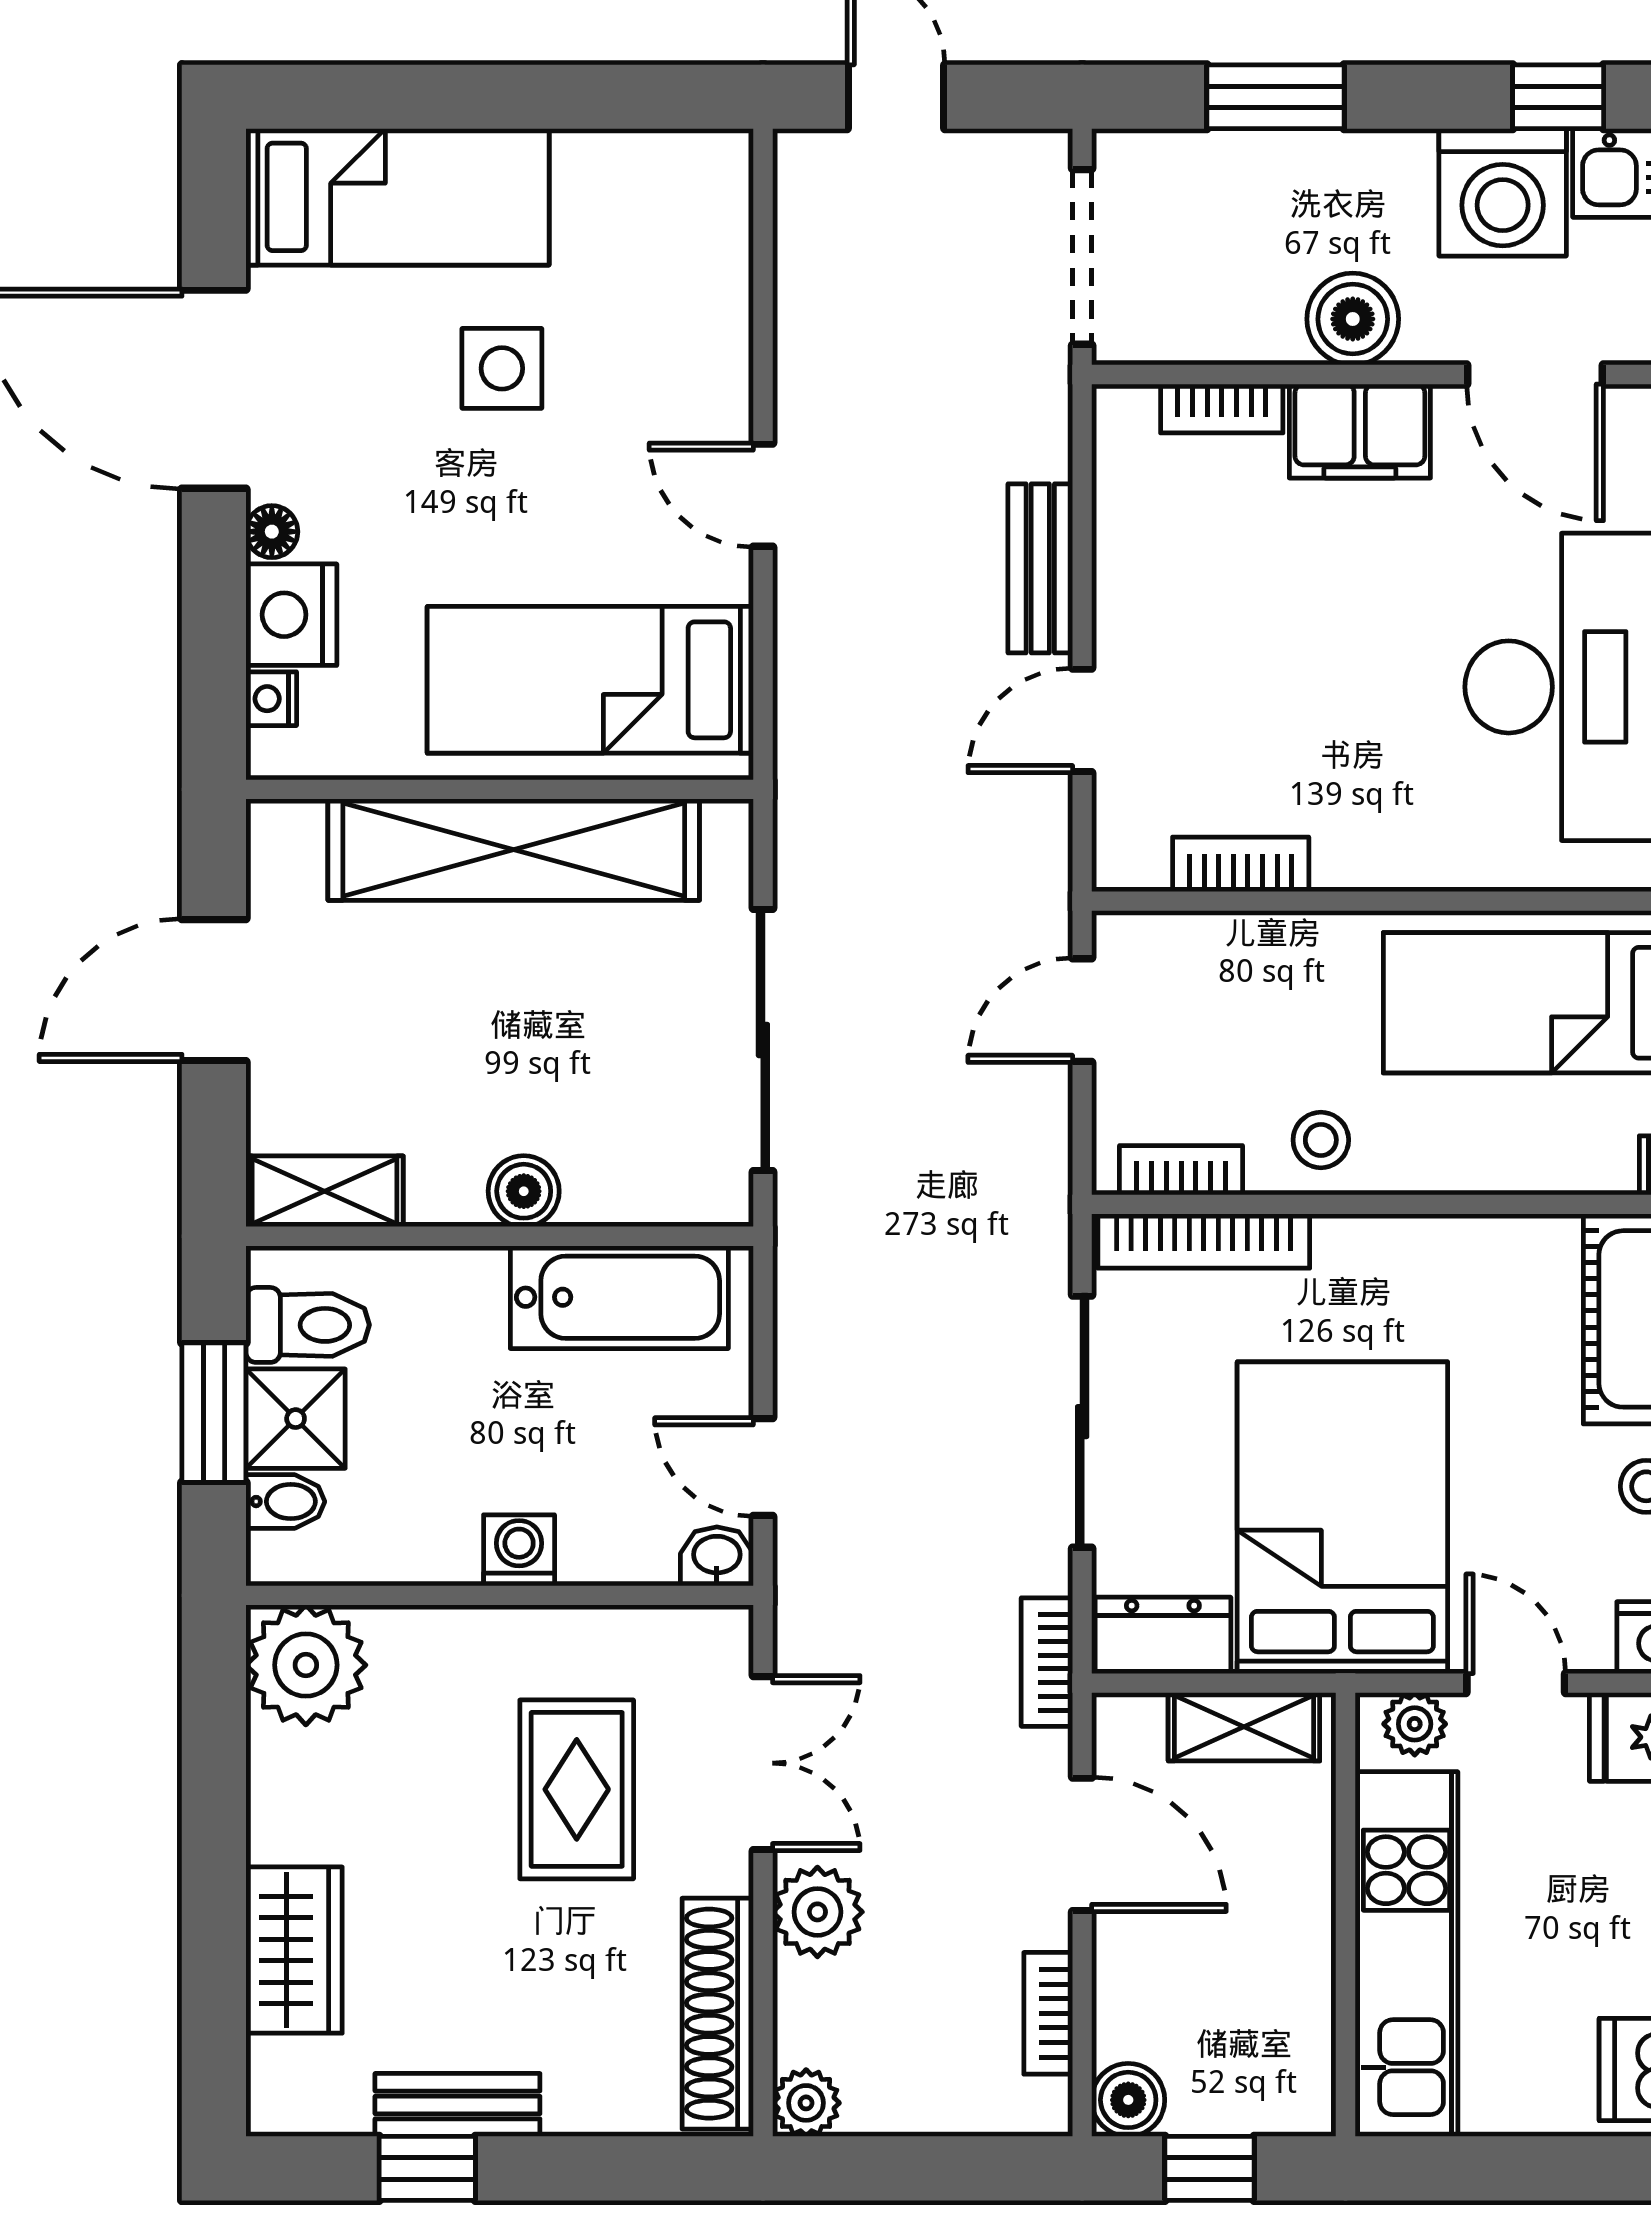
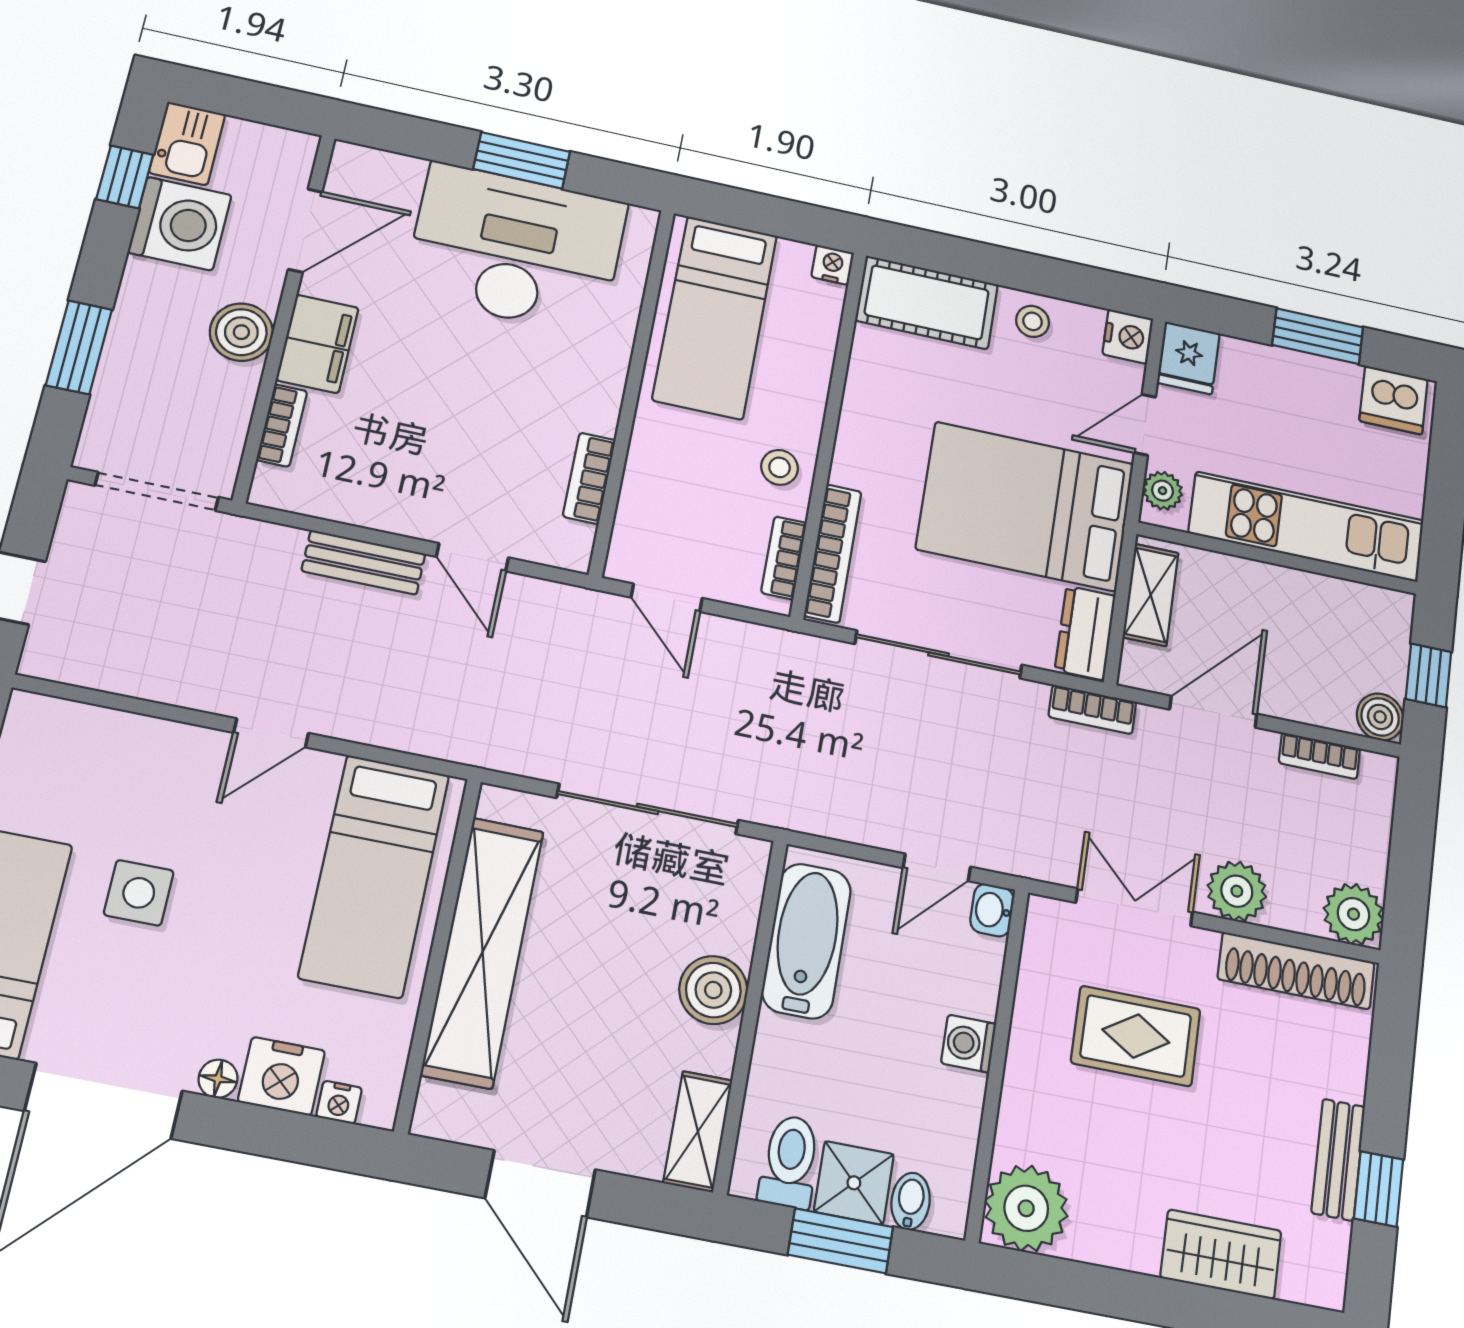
boiler: (524, 1191) -> (713, 990), width x1.36, depth x1.36
plant: (806, 2103) -> (1354, 914), width x1.38, depth x1.38

